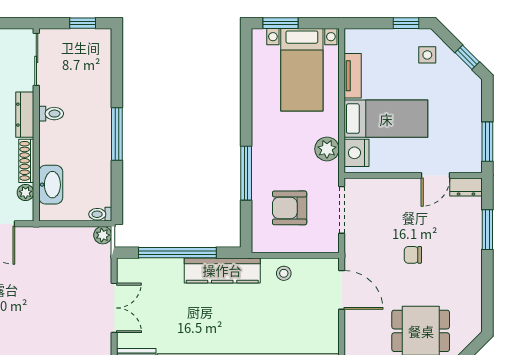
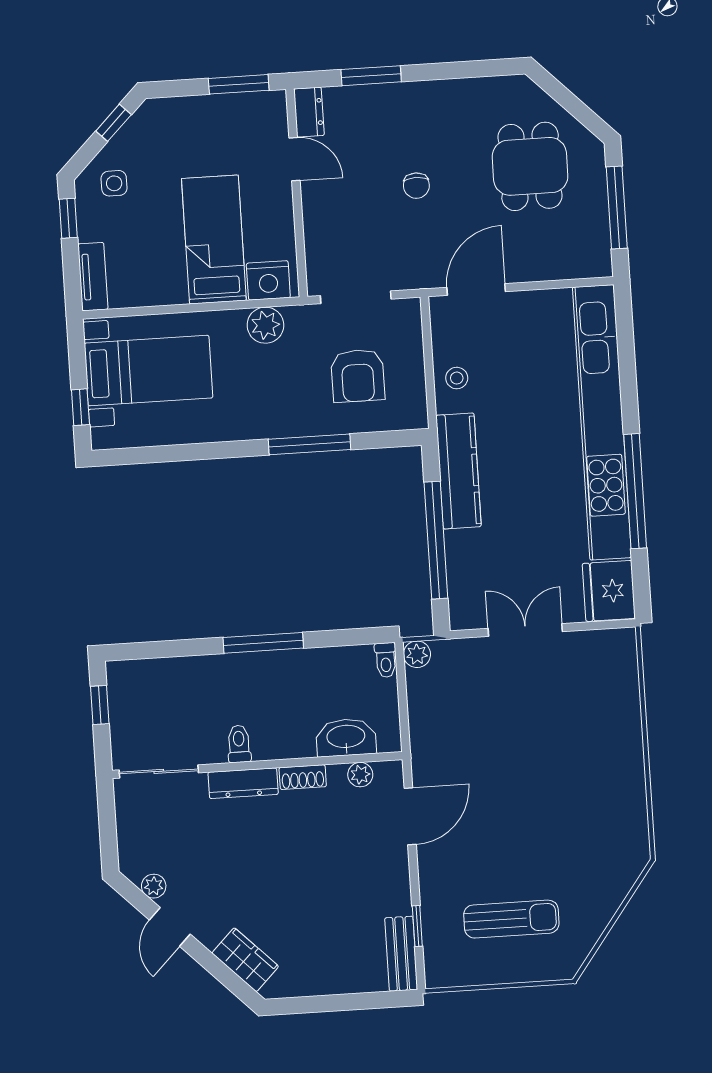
window: (281, 23) -> (80, 407), width x0.67
tv unit: (353, 76) -> (93, 277), moved, turned 90
shoe rack: (26, 161) -> (303, 777), width x0.70

